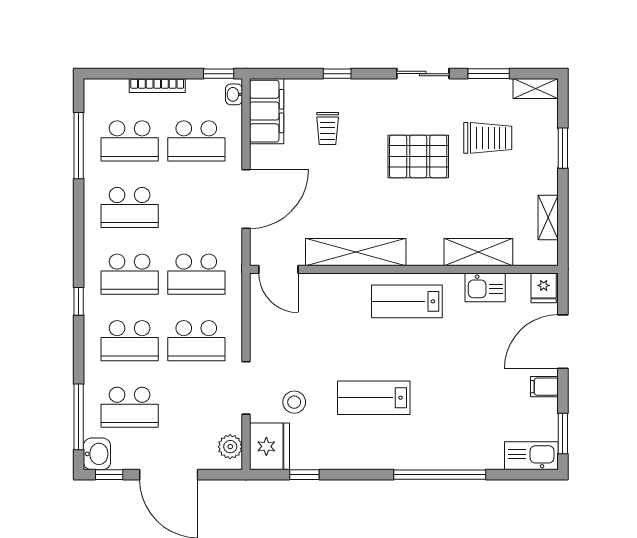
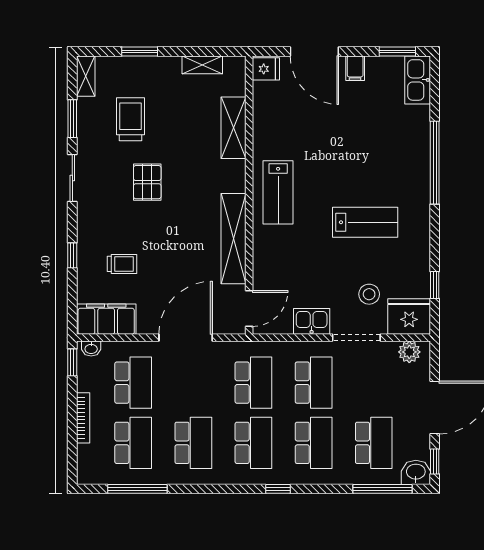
pallet: (418, 156) -> (147, 182), width x0.67, depth x0.71
door: (246, 199) -> (186, 338), hinge flipped
kitchen sink: (485, 287) -> (312, 321), moved, turned -90
lab bench: (374, 398) -> (365, 222), turned -90

